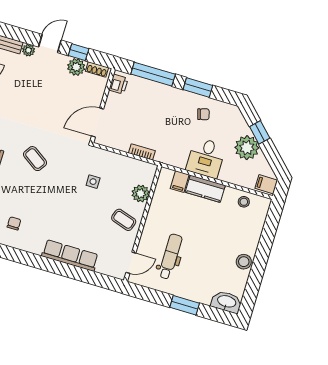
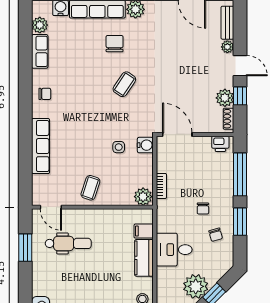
chair: (175, 119) -> (203, 209), added
water cooler: (99, 156) -> (145, 145), added
plant: (141, 194) -> (143, 197), moved
chair: (14, 223) -> (45, 94), moved
window: (185, 305) -> (25, 248), moved

